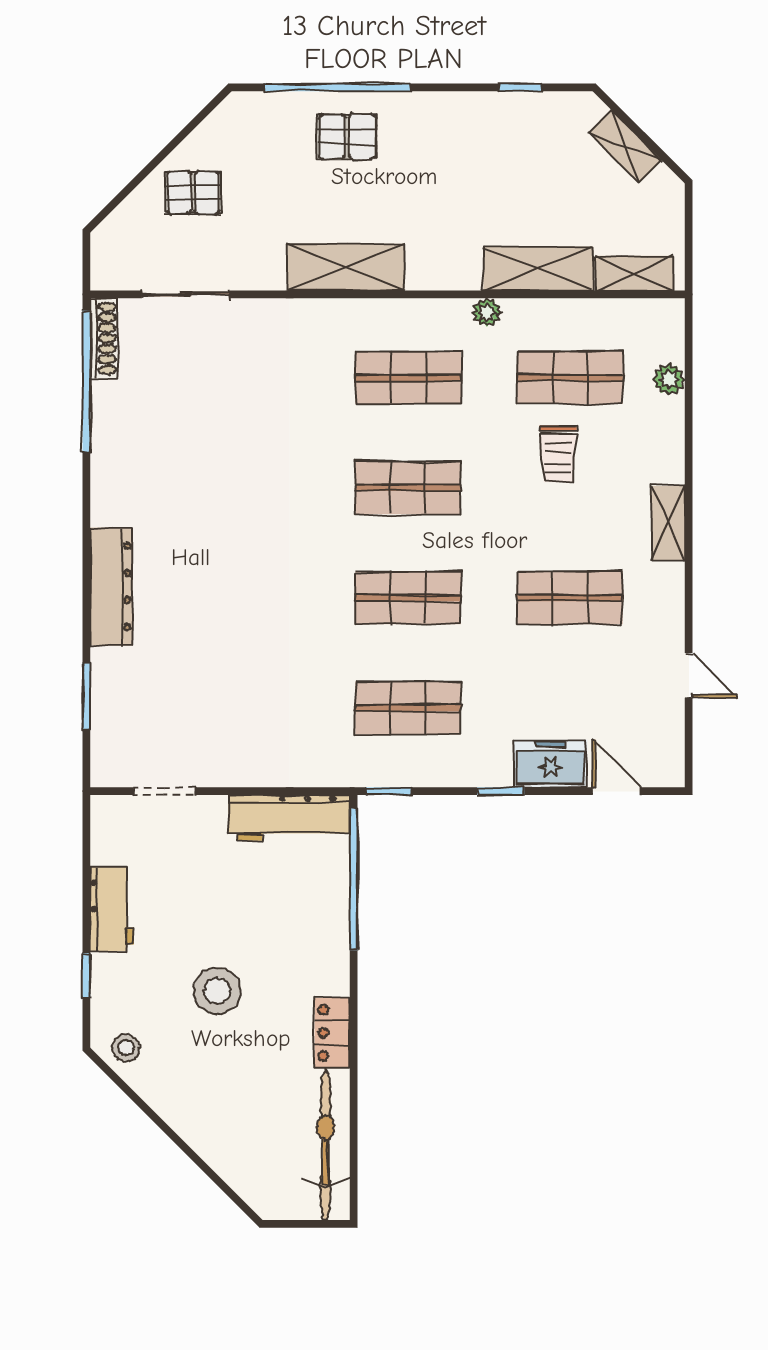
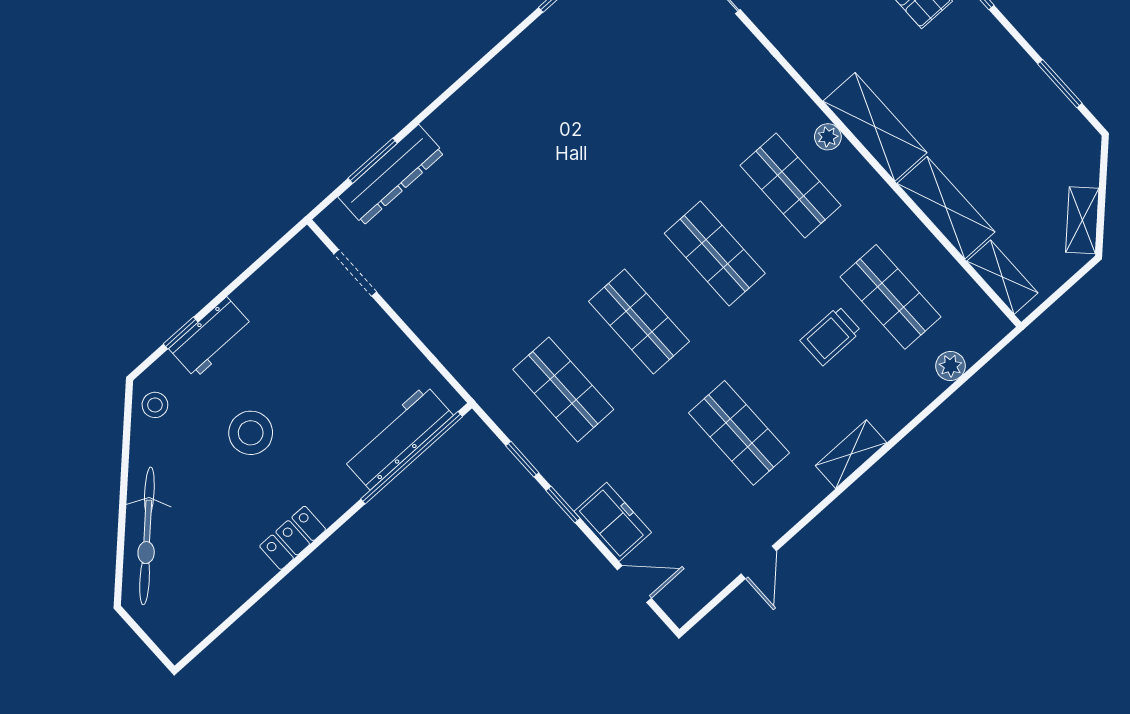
window: (521, 87) -> (1060, 84), width x1.50
shelving: (625, 146) -> (1082, 220), moved
shelving: (346, 267) -> (875, 127), moved
plant: (487, 312) -> (828, 137), moved
dresser: (111, 586) -> (391, 175), moved
window: (389, 791) -> (522, 459), moved
door: (616, 791) -> (634, 584), hinge flipped
workbench: (289, 818) -> (398, 437), moved, turned 90
workbench: (112, 909) -> (211, 337), moved
bicycle: (326, 1145) -> (147, 536), moved, turned 135

